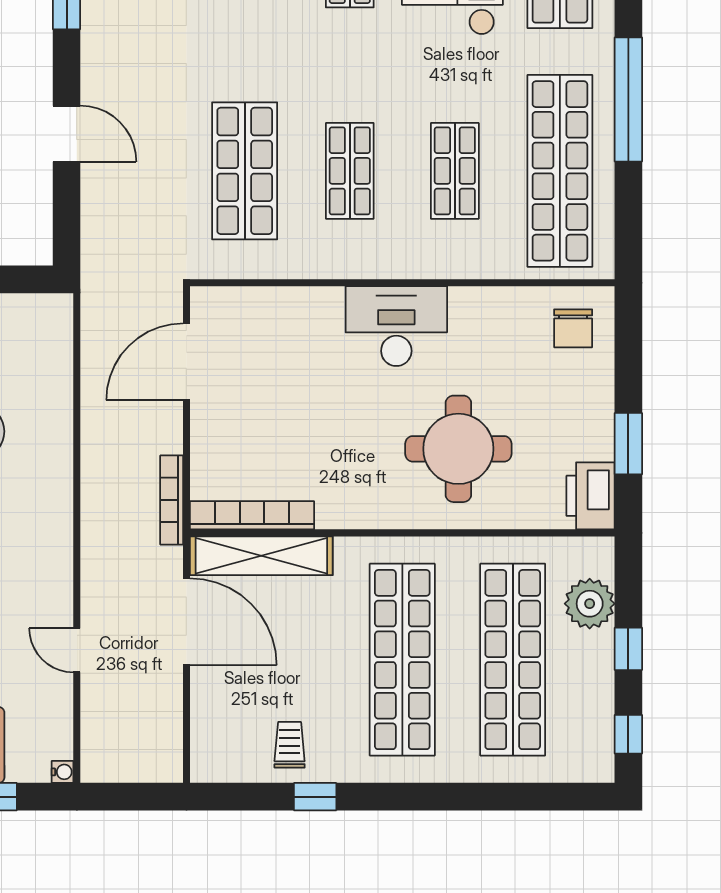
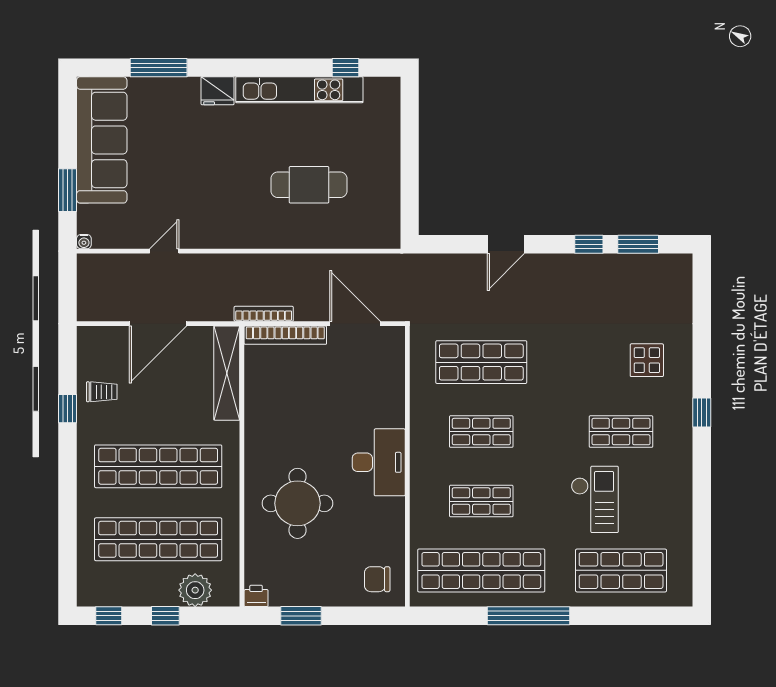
printer: (591, 496) -> (256, 596), width x0.53, depth x0.68
bookcase: (252, 515) -> (285, 335), moved, turned 90
door: (186, 622) -> (158, 324), moved

